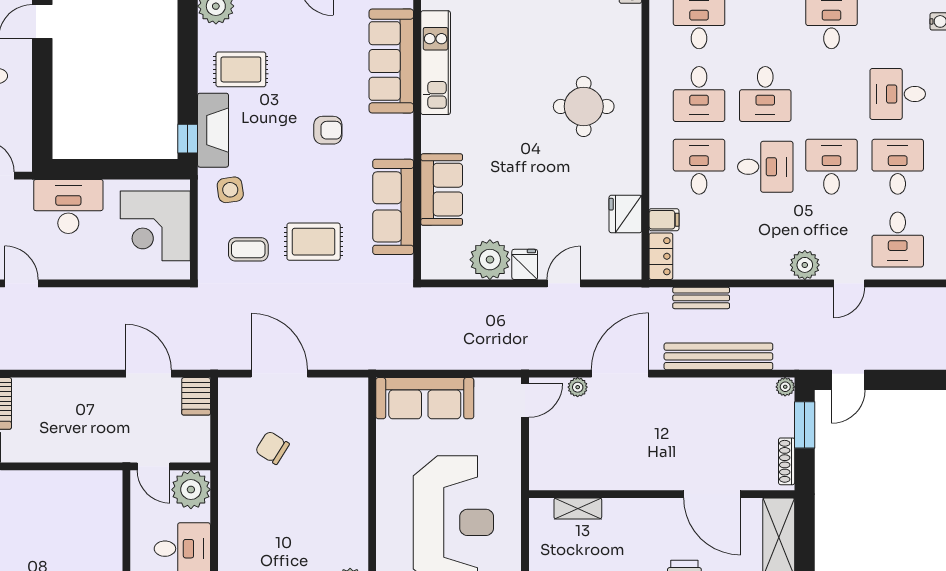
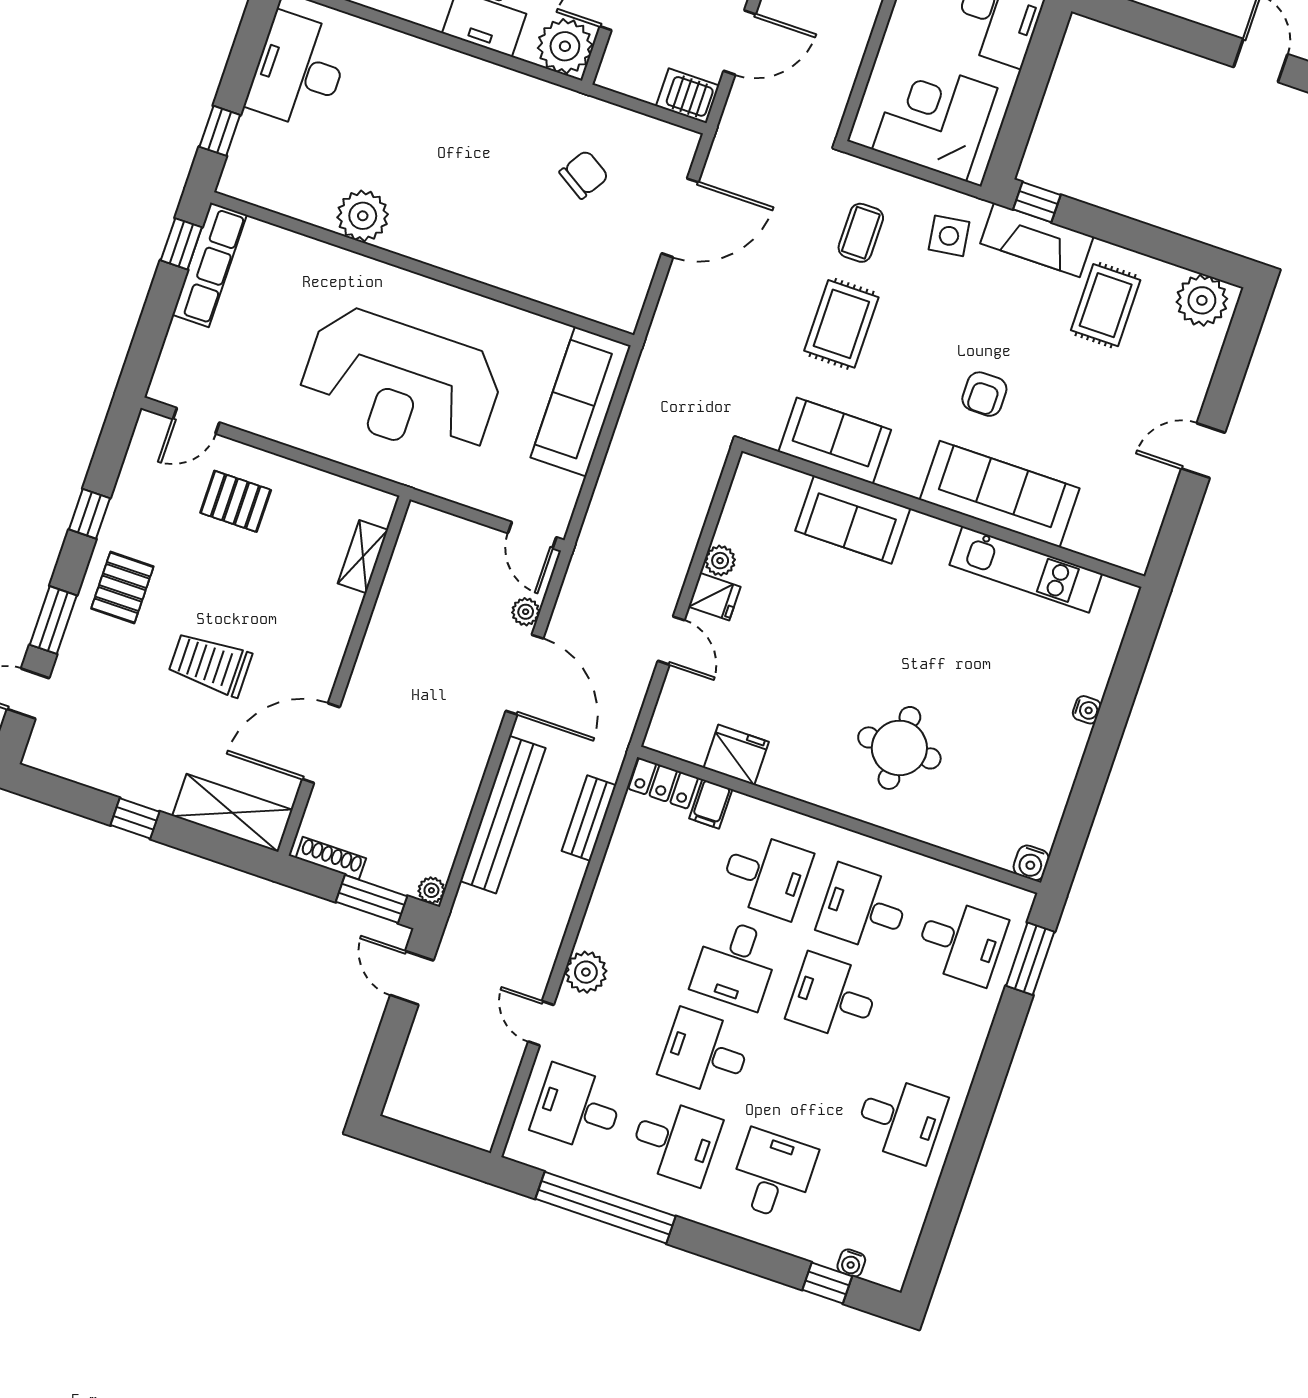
sofa: (391, 61) -> (1000, 494), moved
desk: (831, 167) -> (705, 1053), turned 180
sofa: (393, 207) -> (835, 441), width x0.73
plant: (490, 260) -> (720, 561), width x0.53, depth x0.53

